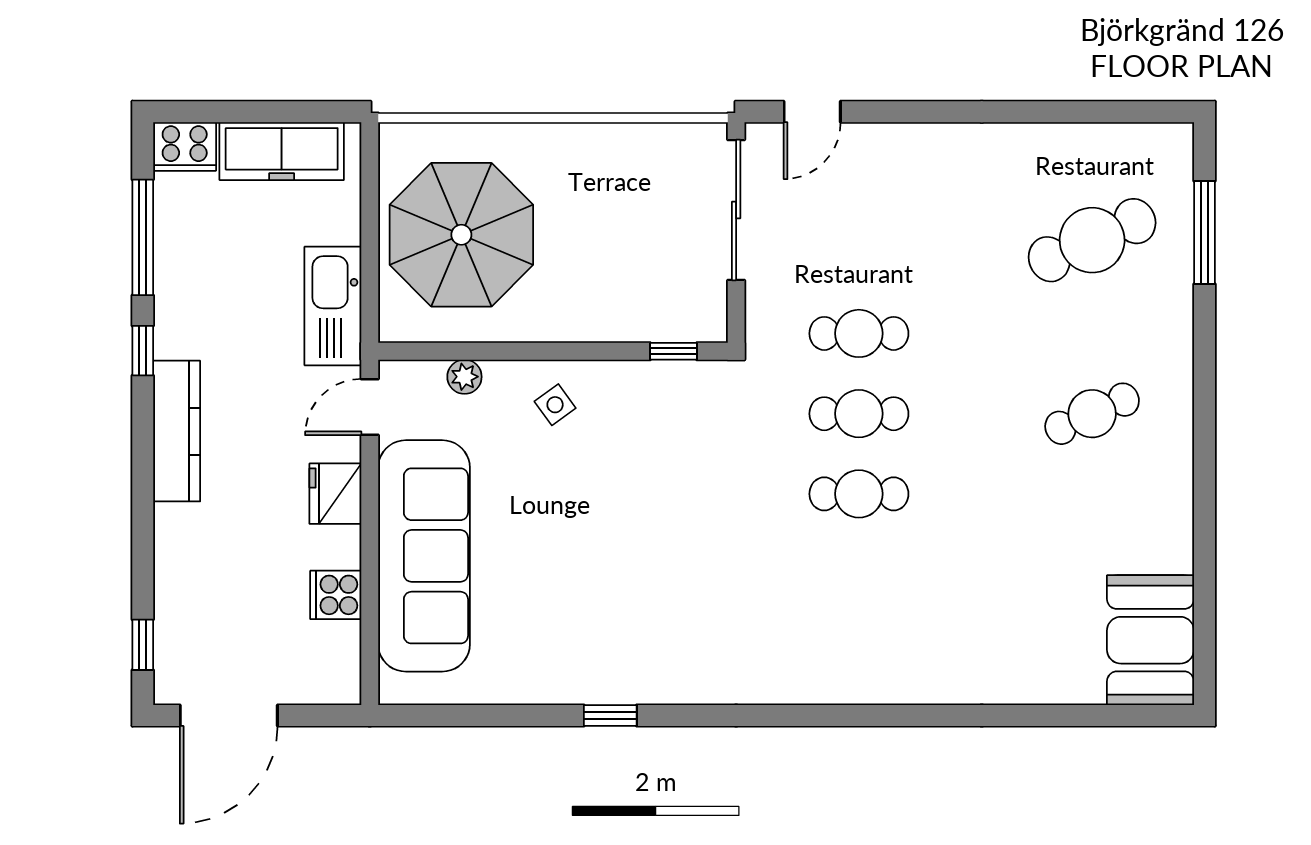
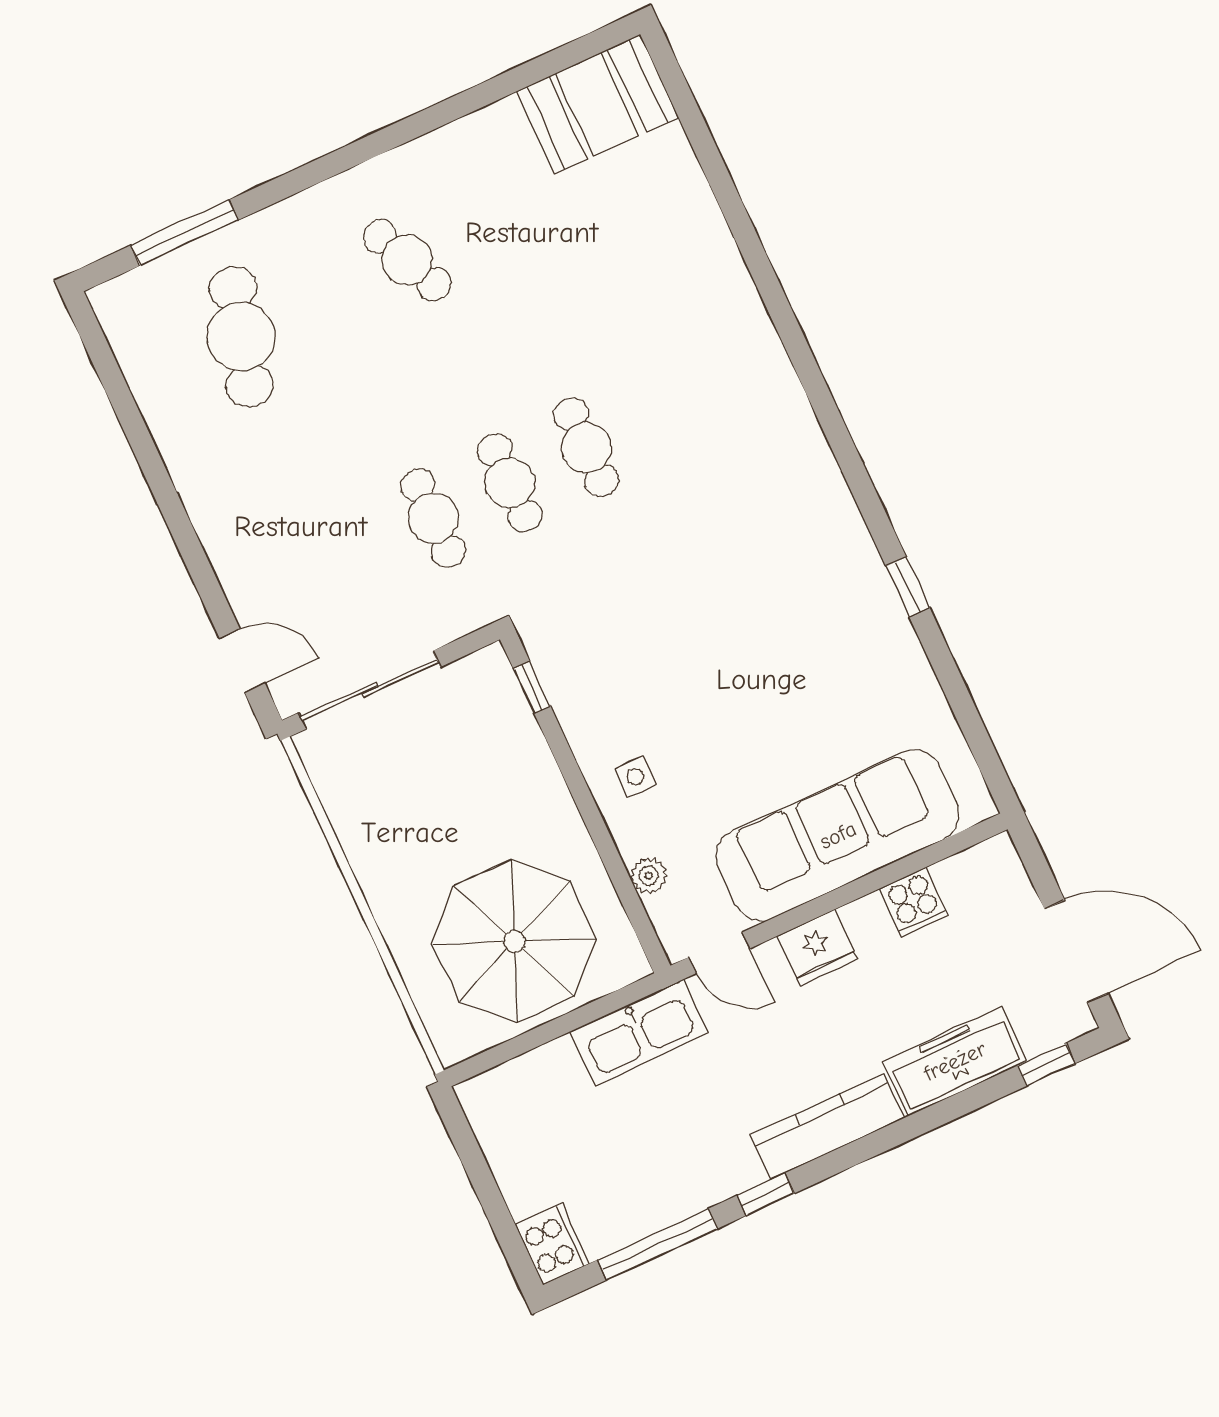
freezer: (282, 151) -> (955, 1061), moved, turned -90
cafe table: (1092, 240) -> (241, 337), turned 39
side table: (555, 405) -> (635, 777), turned 36

